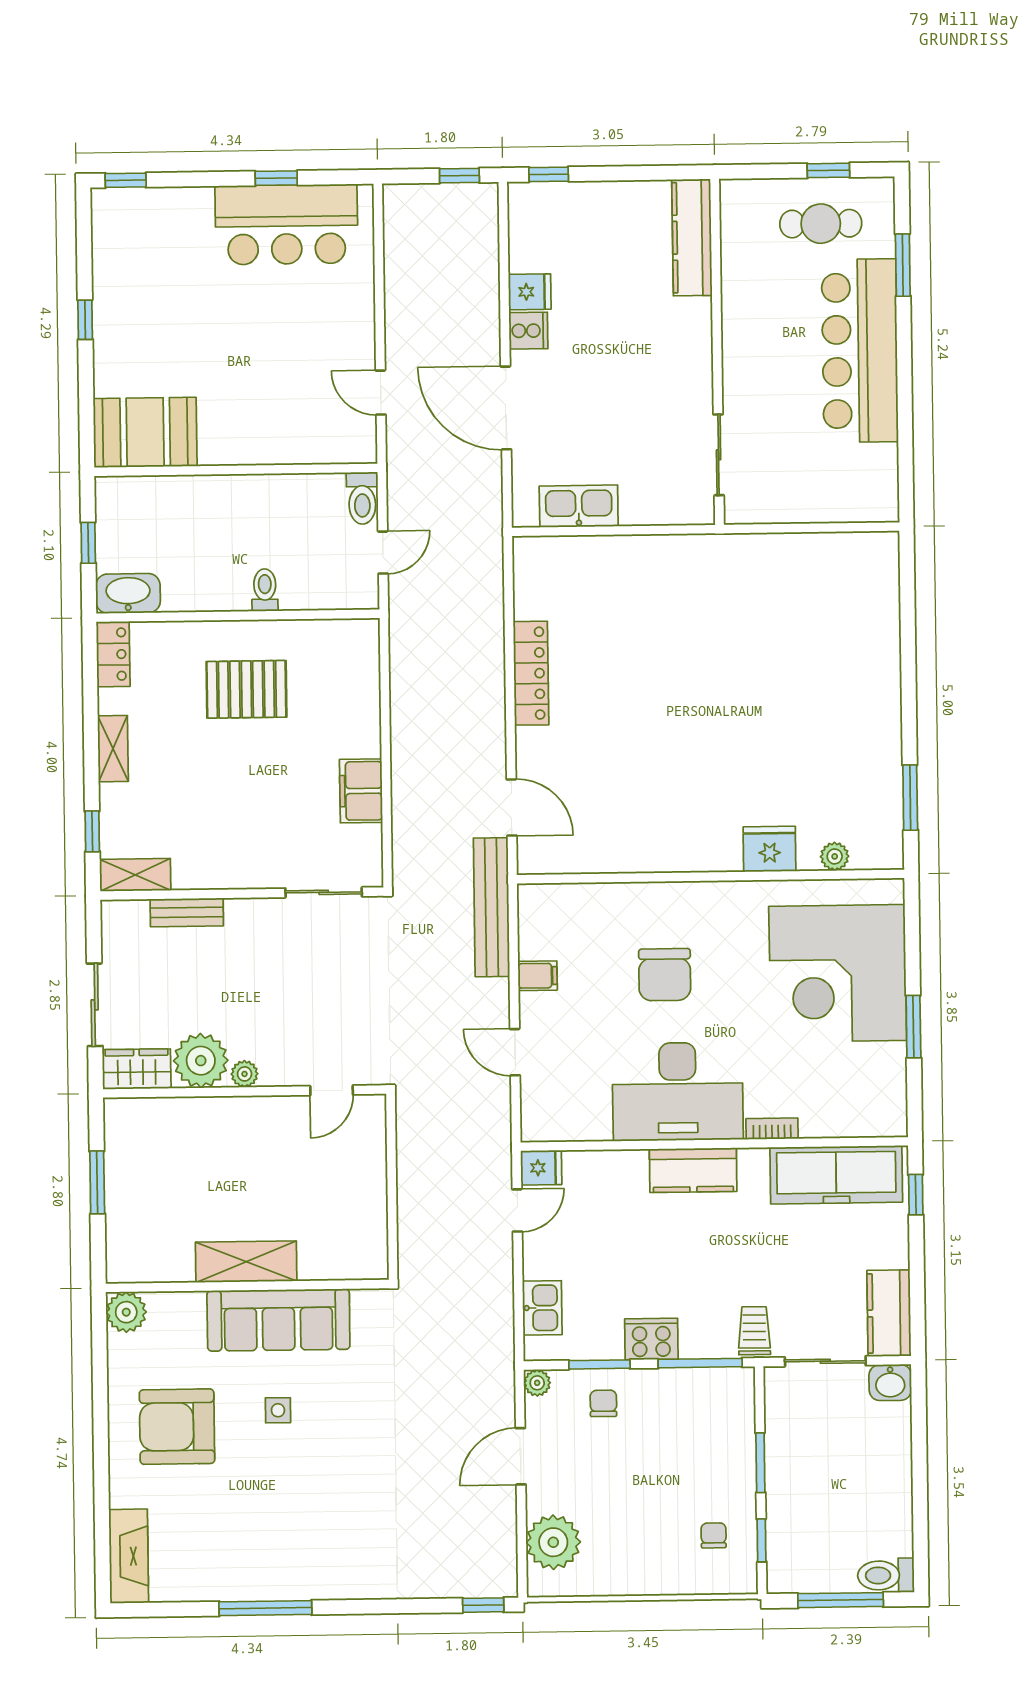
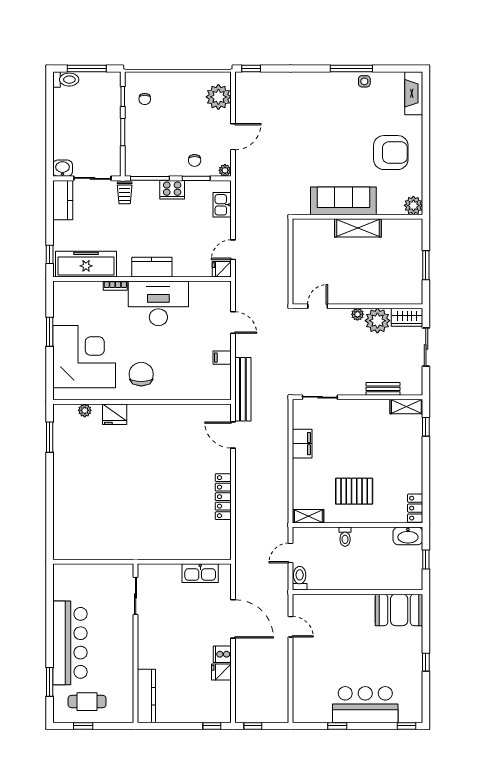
bar counter: (286, 224) -> (365, 705), moved
shelving: (113, 749) -> (308, 516), moved, turned 90
chair: (665, 975) -> (141, 374), moved
side table: (278, 1410) -> (364, 81), moved

